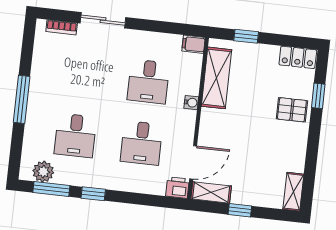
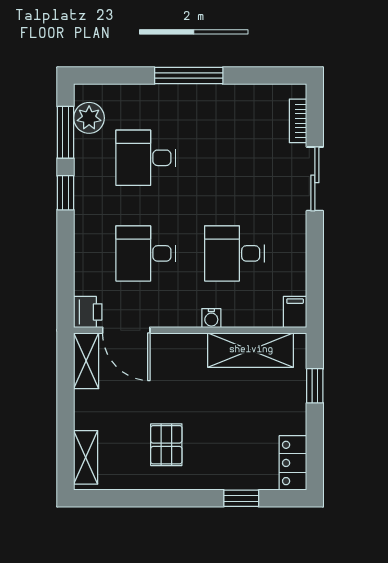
pallet: (292, 110) -> (166, 445), moved
shelving: (293, 192) -> (86, 457), moved, turned 90
window: (240, 210) -> (65, 405), removed

